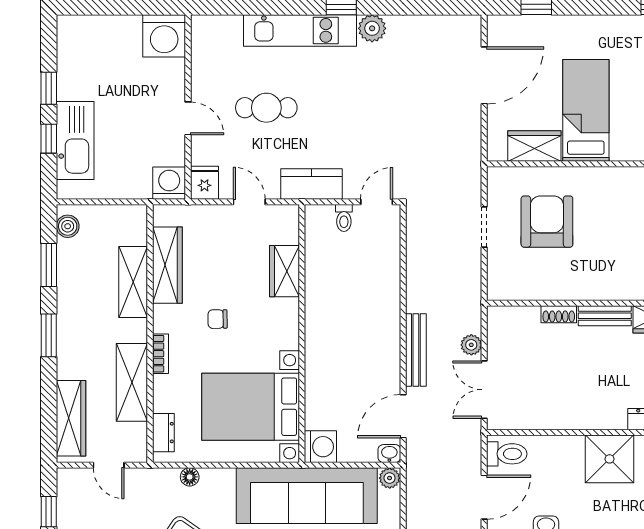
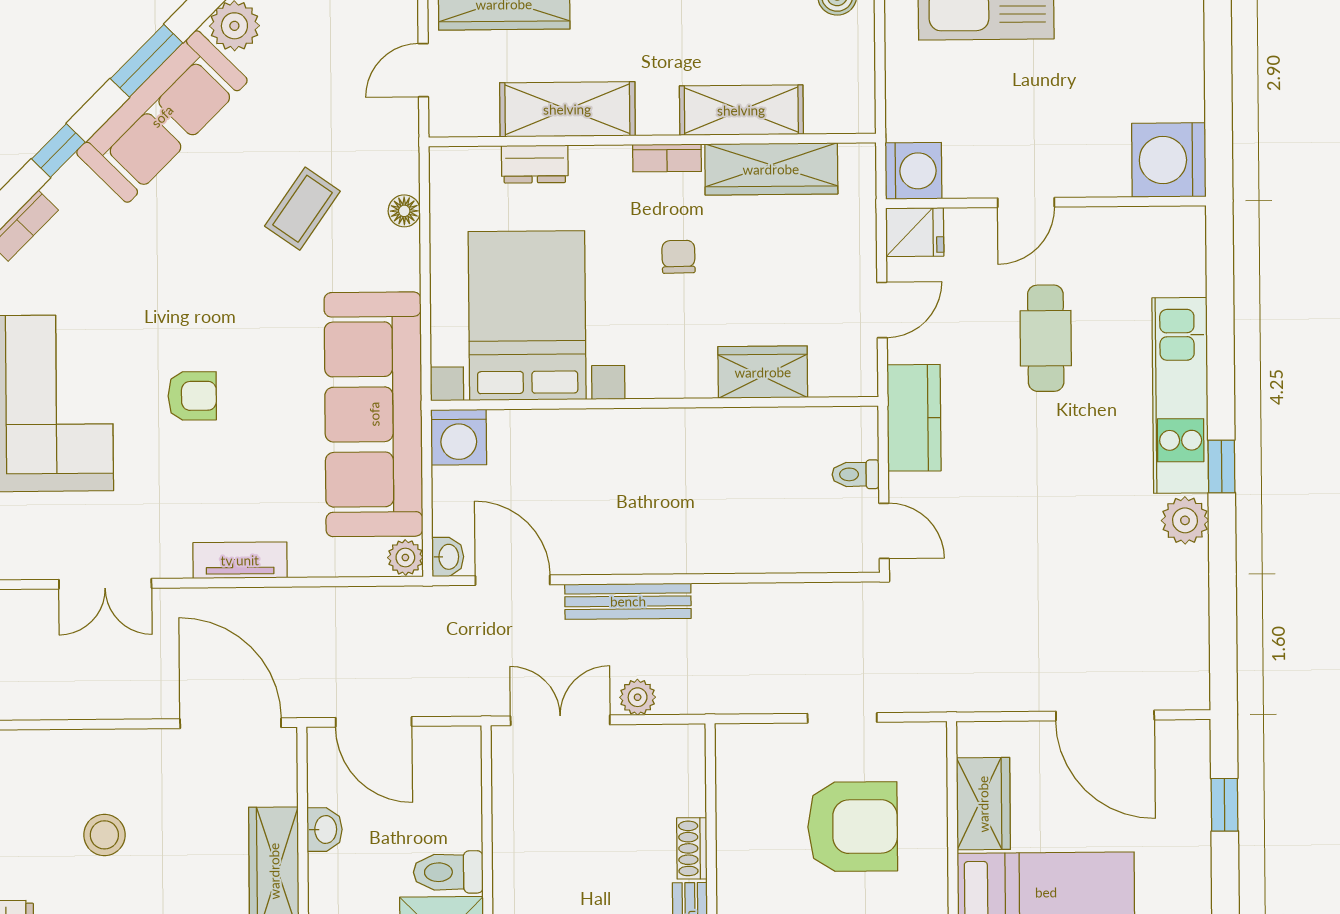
bookcase: (160, 354) -> (667, 158), moved
dresser: (163, 433) -> (535, 164), moved
toilet: (507, 454) -> (448, 872), moved, turned 90

